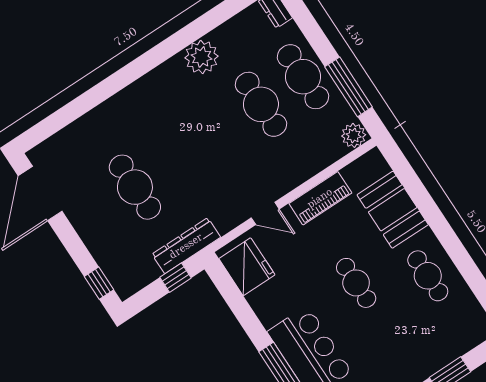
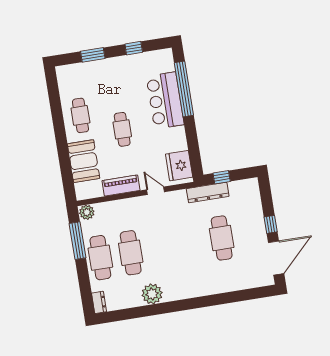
window: (99, 283) -> (271, 224), moved

